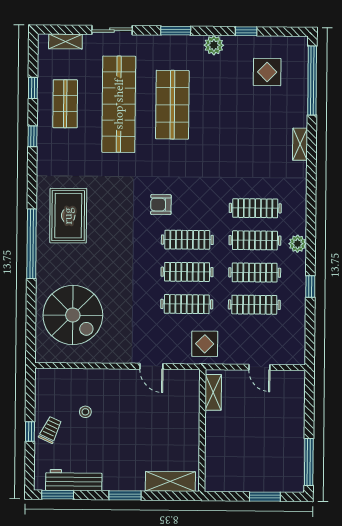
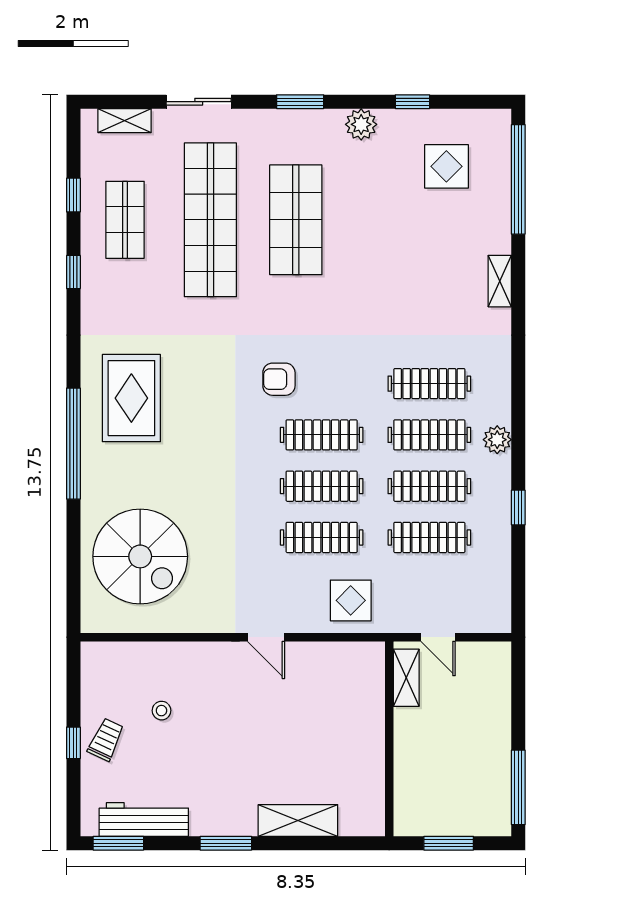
shelving: (213, 392) -> (406, 678), moved
wall: (202, 431) -> (389, 739), moved

